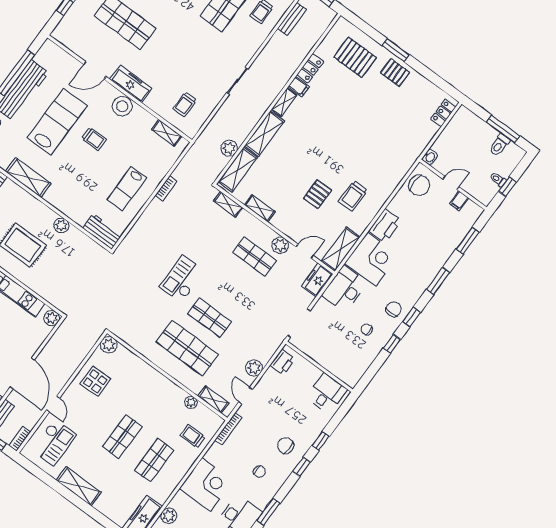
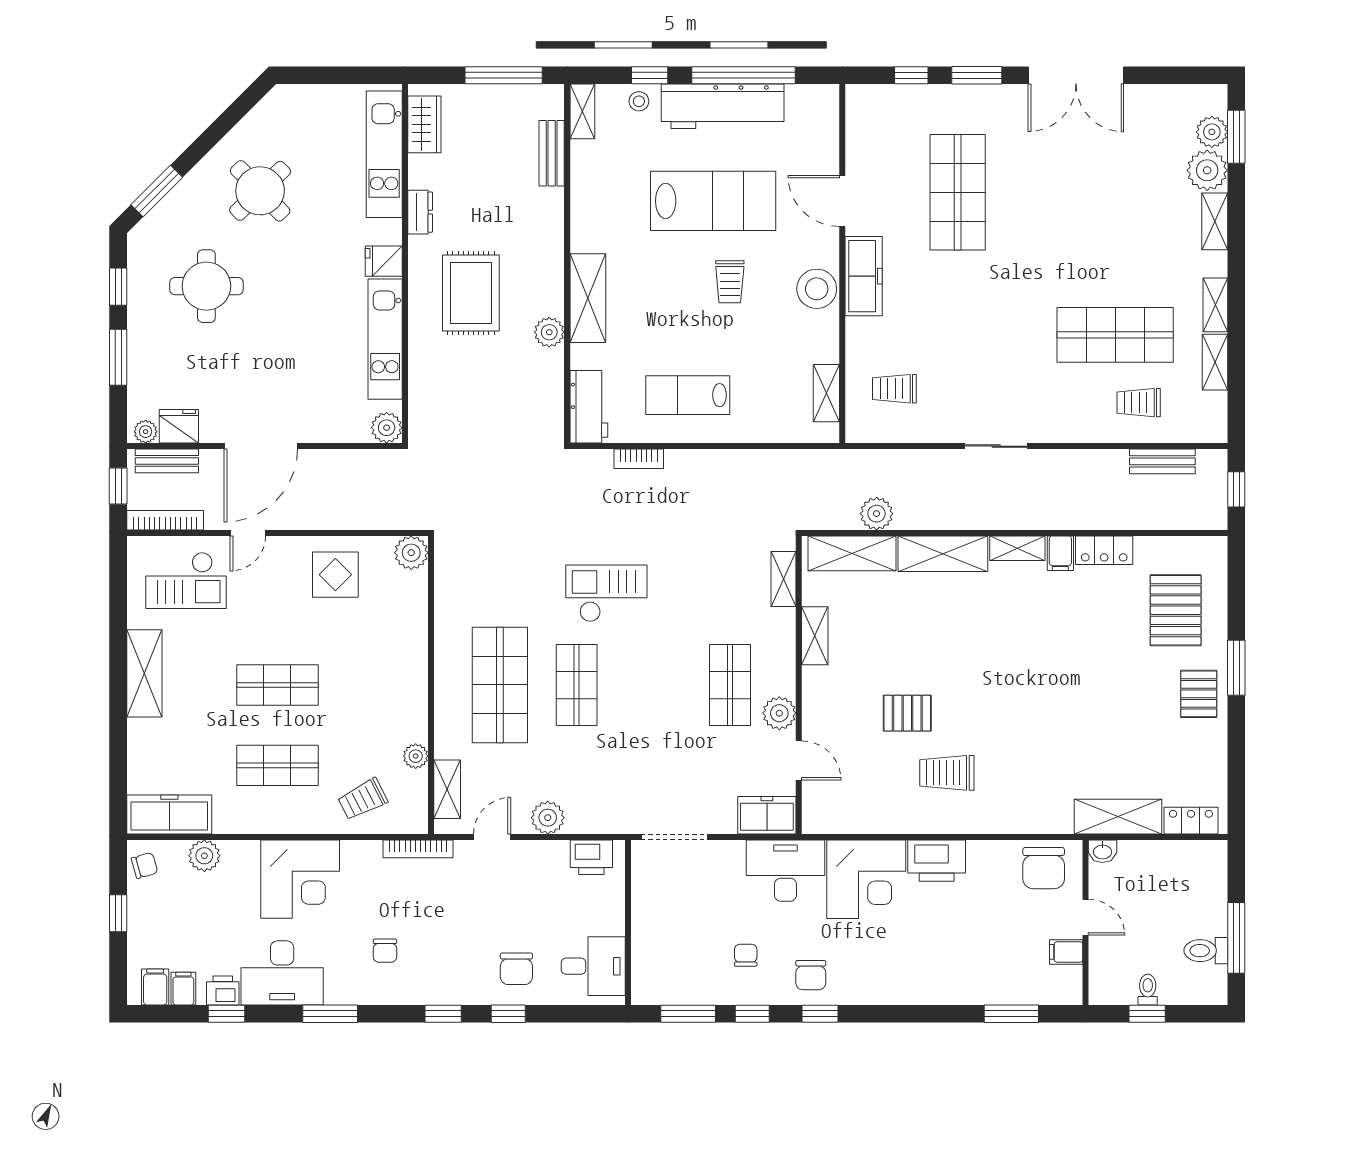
shelving: (28, 177) -> (588, 298), moved
bookcase: (166, 188) -> (639, 459), moved
shelving: (341, 249) -> (1118, 817), moved
window: (438, 281) -> (688, 1014), moved
chair: (394, 309) -> (811, 975), turned 90
trolley: (193, 436) -> (363, 799), turned -117
bookcase: (20, 439) -> (165, 520), width x1.56
chair: (286, 446) -> (516, 969), moved, turned 180

